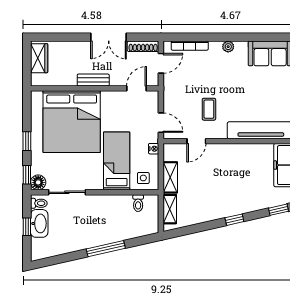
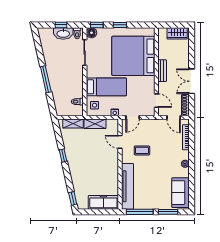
window: (234, 220) -> (63, 156), moved

